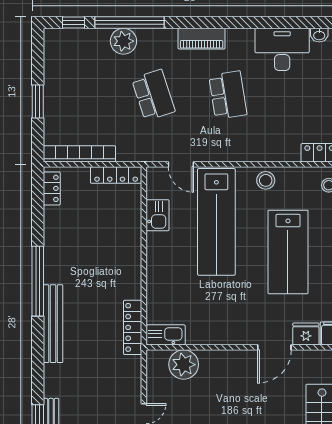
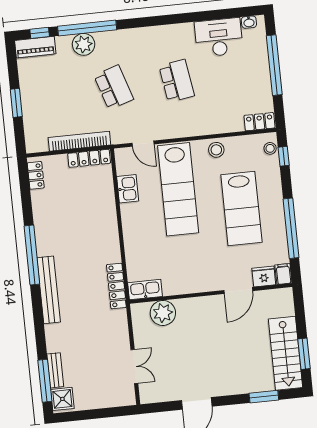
piano: (202, 39) -> (35, 47), moved
bookcase: (79, 154) -> (79, 141), moved

